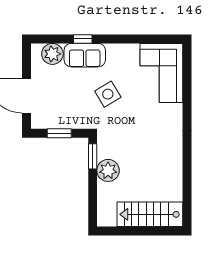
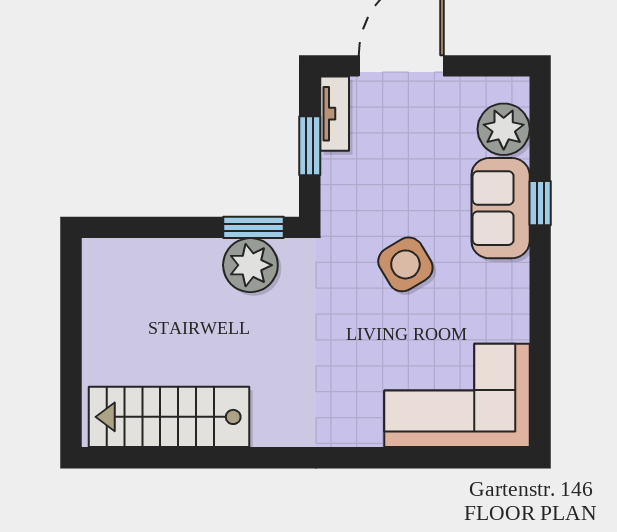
tv unit: (46, 123) -> (335, 114), added
plant: (108, 170) -> (250, 265), moved
stairs: (150, 214) -> (169, 417), moved, turned -90

